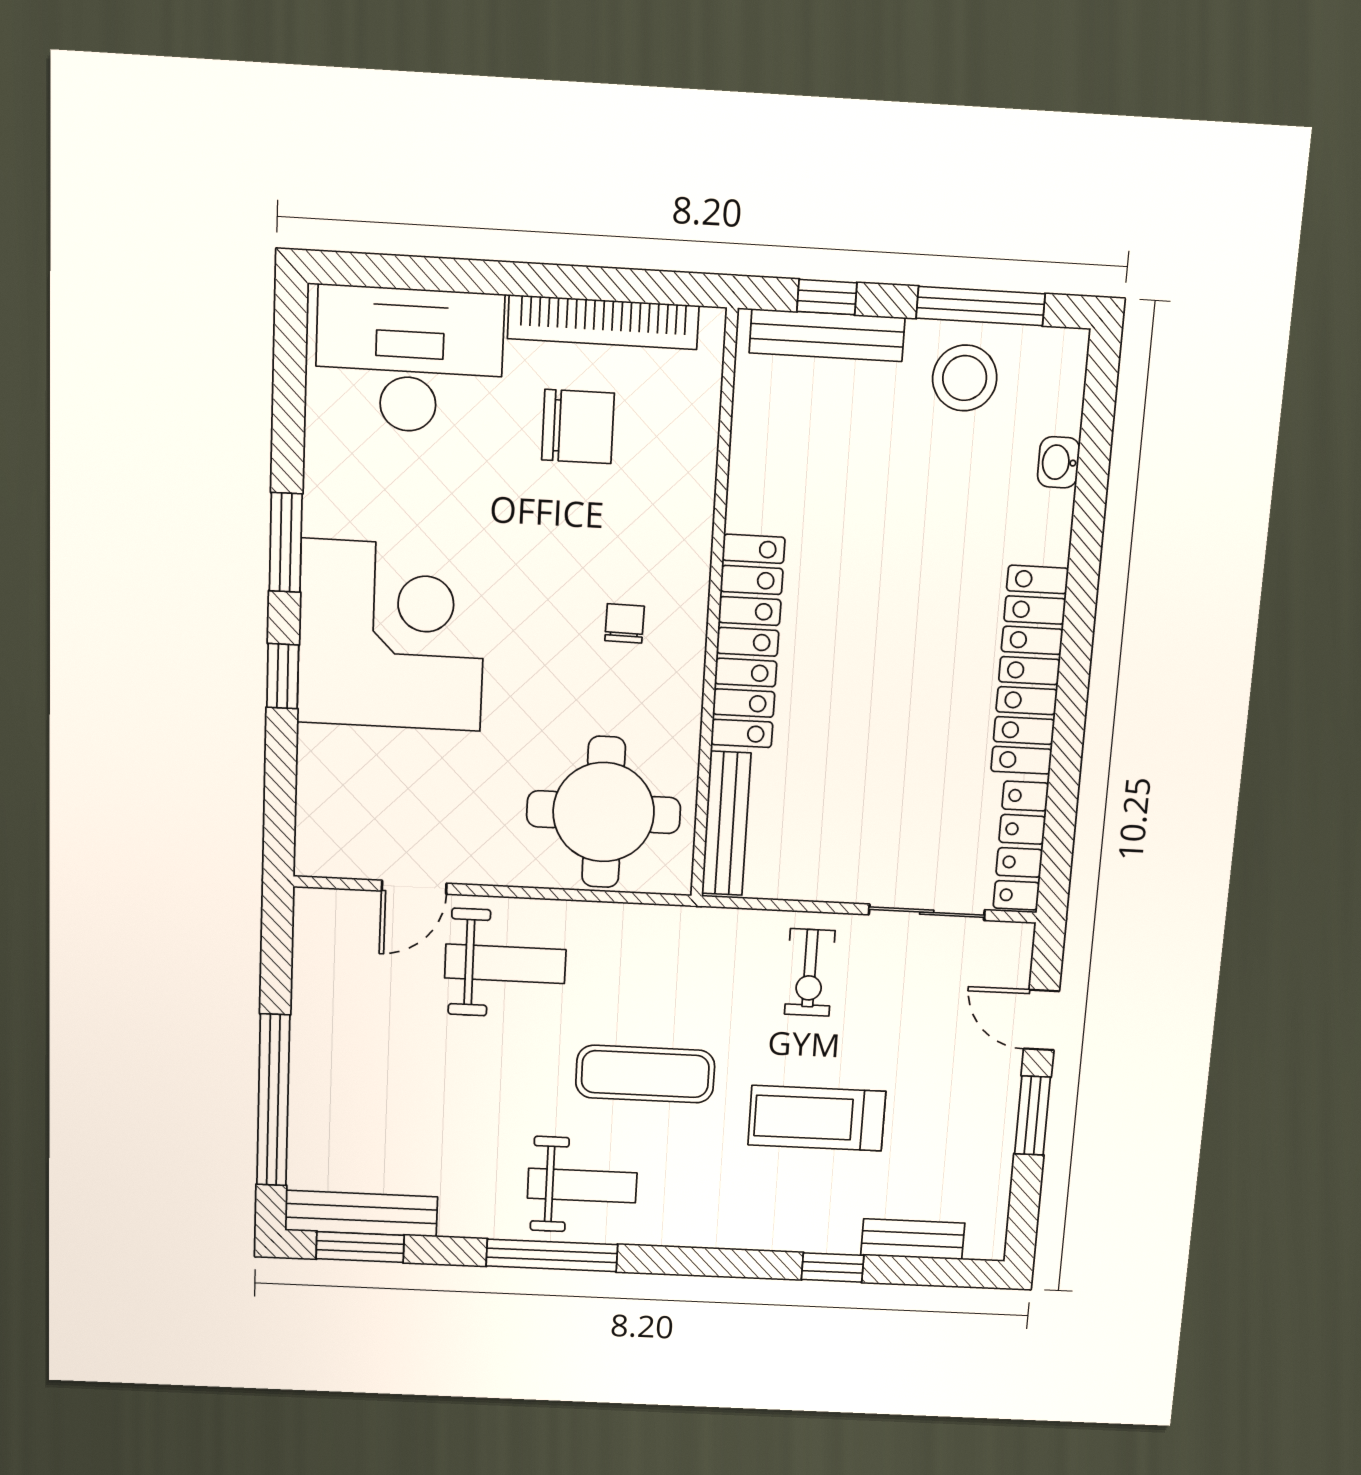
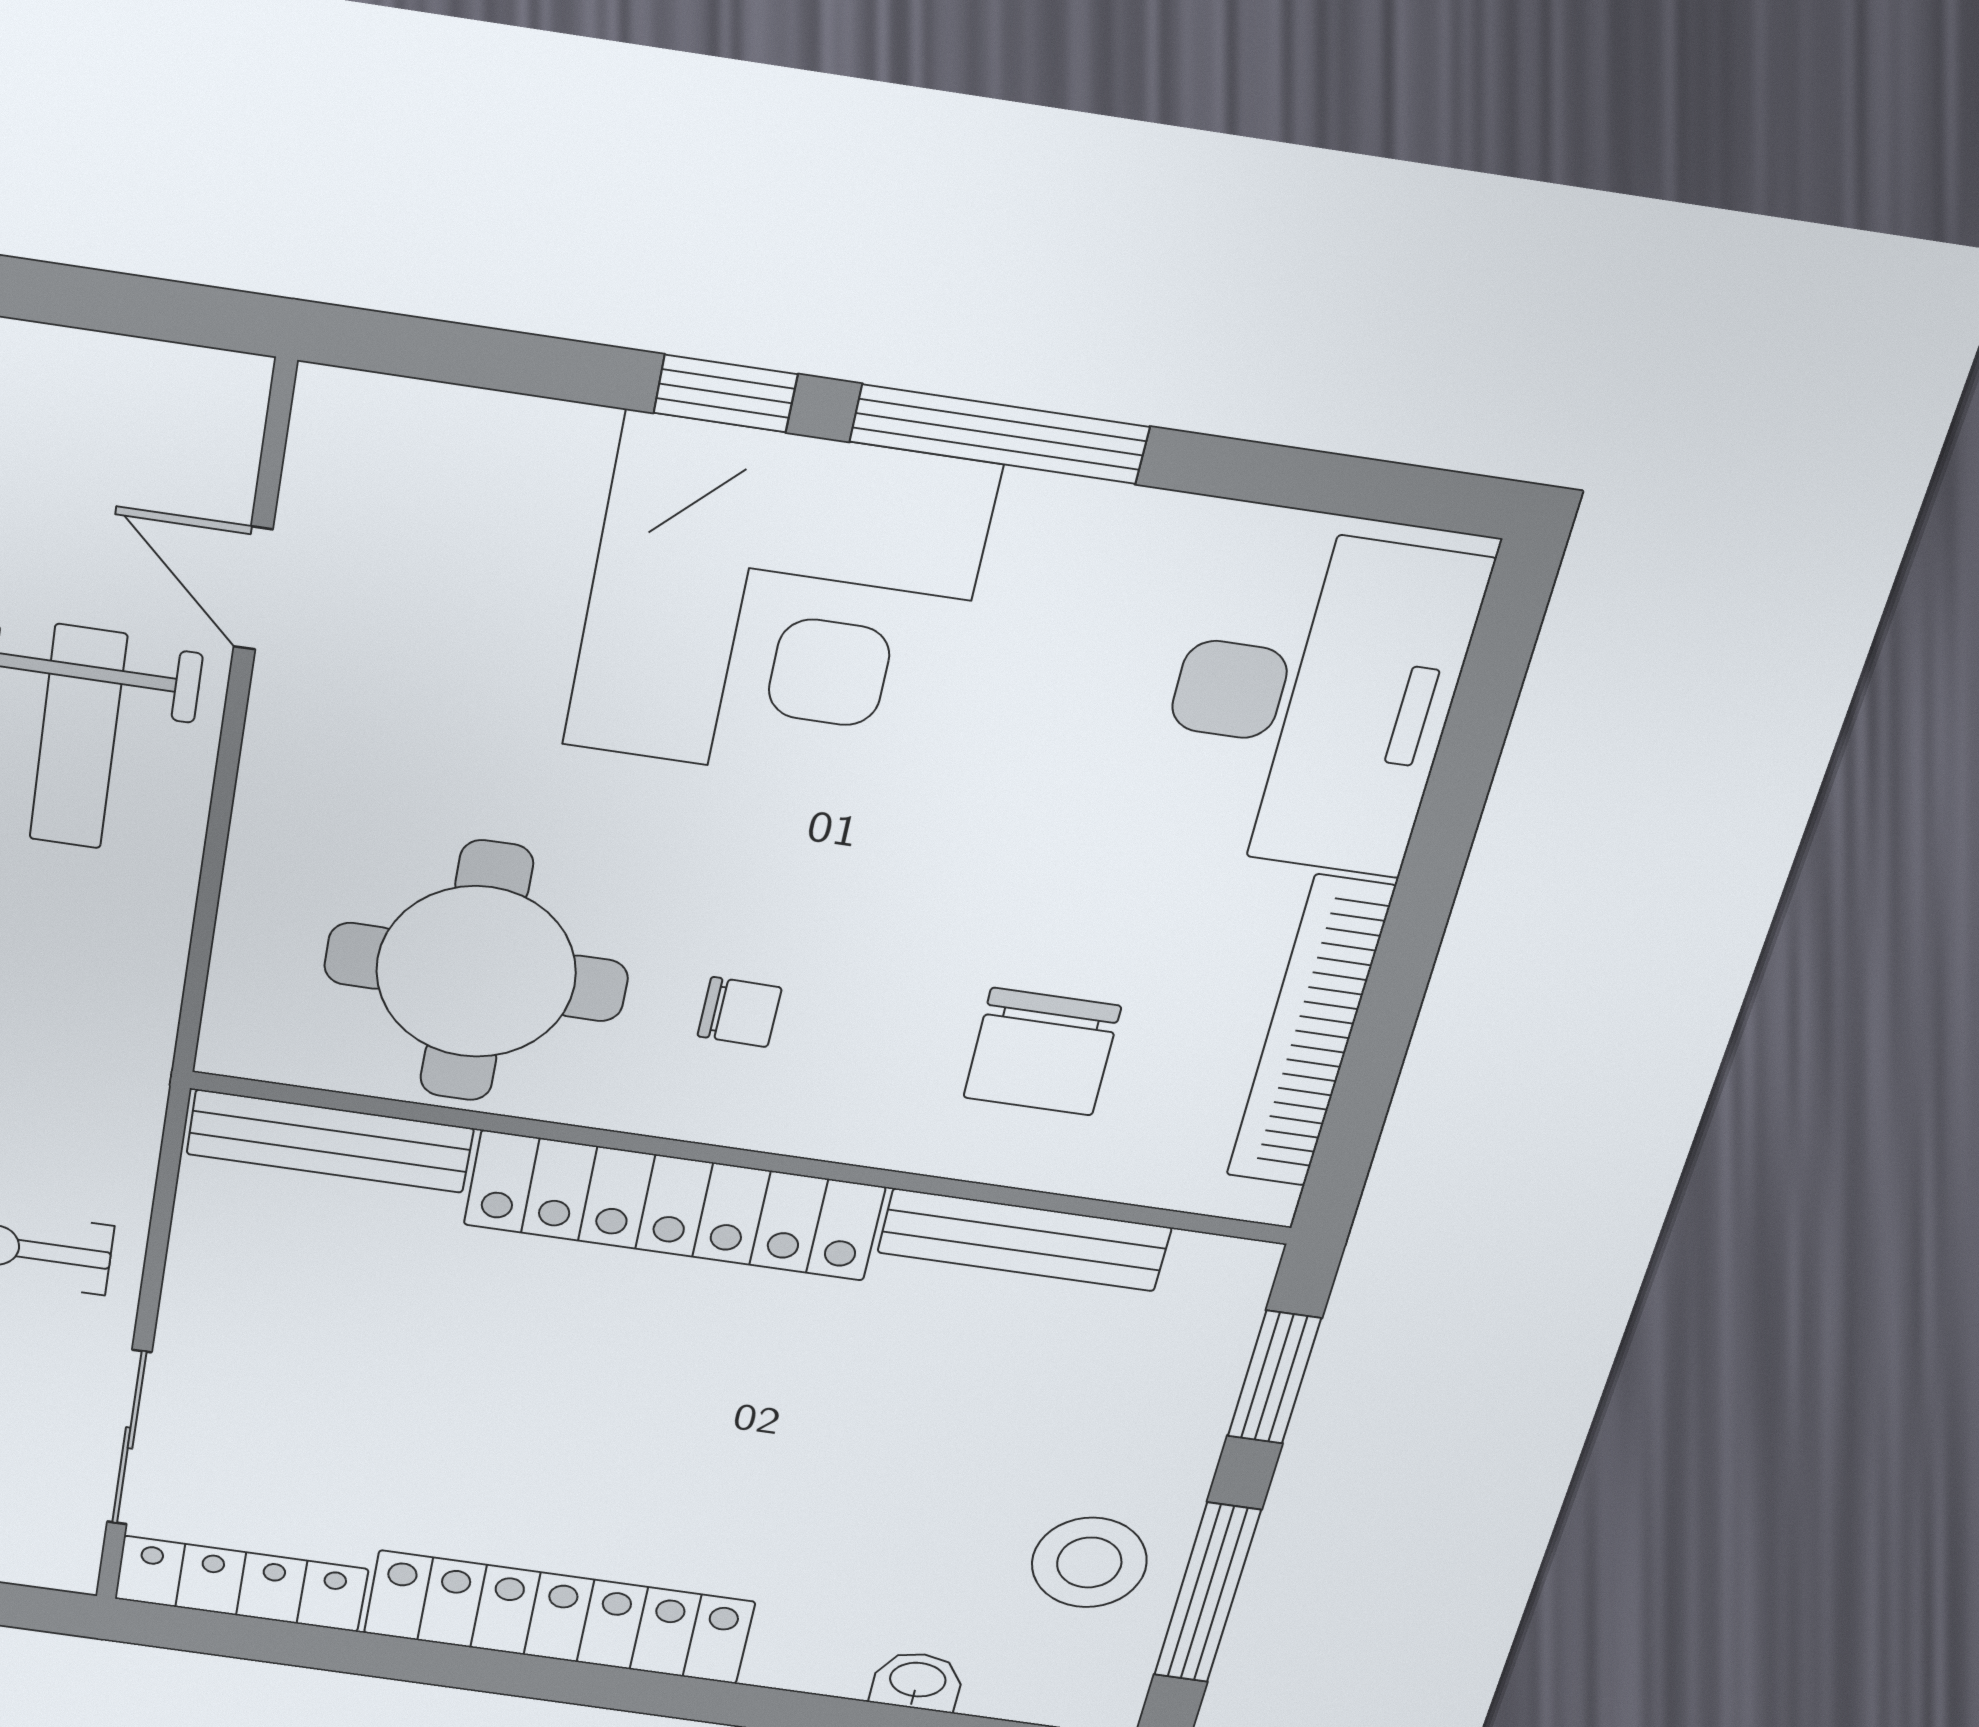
window: (827, 297) -> (1274, 1377), width x1.50
bench: (827, 335) -> (1024, 1240), moved, turned 90
chair: (578, 427) -> (1042, 1052), moved
window: (286, 542) -> (999, 434), width x1.44
round table: (604, 812) -> (476, 972), moved

